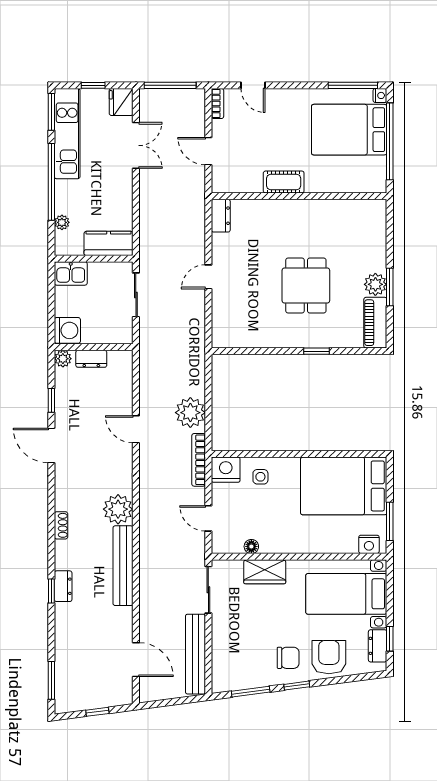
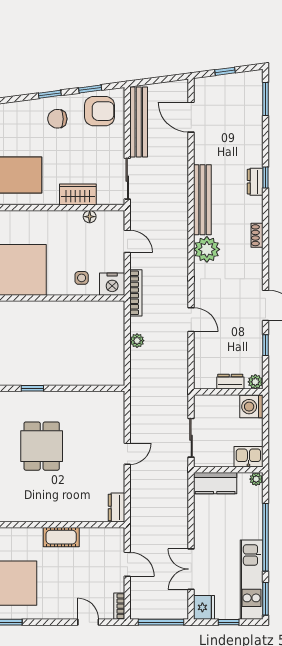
plant: (62, 222) -> (256, 479), moved
plant: (190, 413) -> (137, 341), width x0.53, depth x0.53
armchair: (329, 657) -> (100, 111), moved, turned -90
window: (251, 692) -> (90, 89), width x0.67

